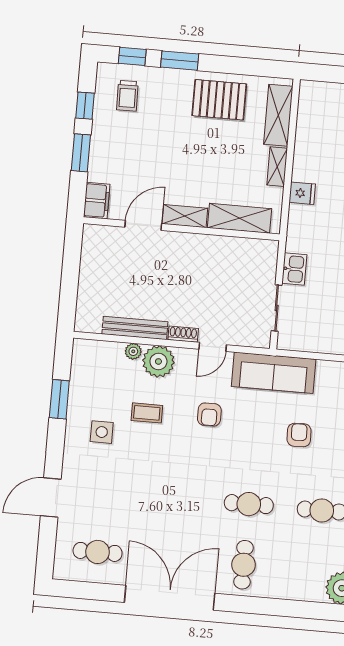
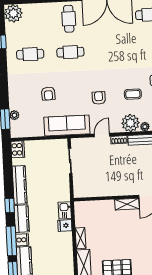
shelving: (239, 218) -> (97, 207), removed
kitchen sink: (294, 269) -> (65, 210), moved

